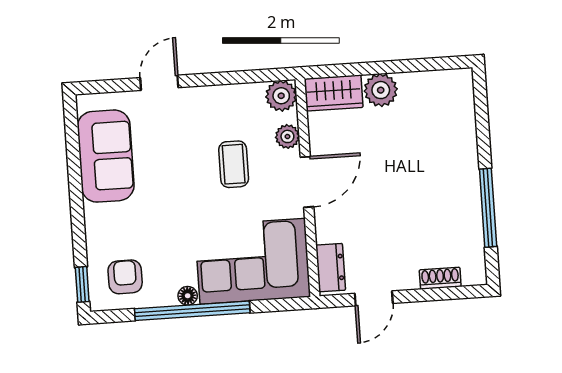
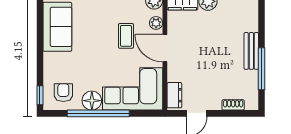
bench: (467, 176) -> (251, 51), added
door: (307, 182) -> (165, 48), swing flipped
floor lamp: (188, 296) -> (92, 101), width x1.89, depth x1.89

